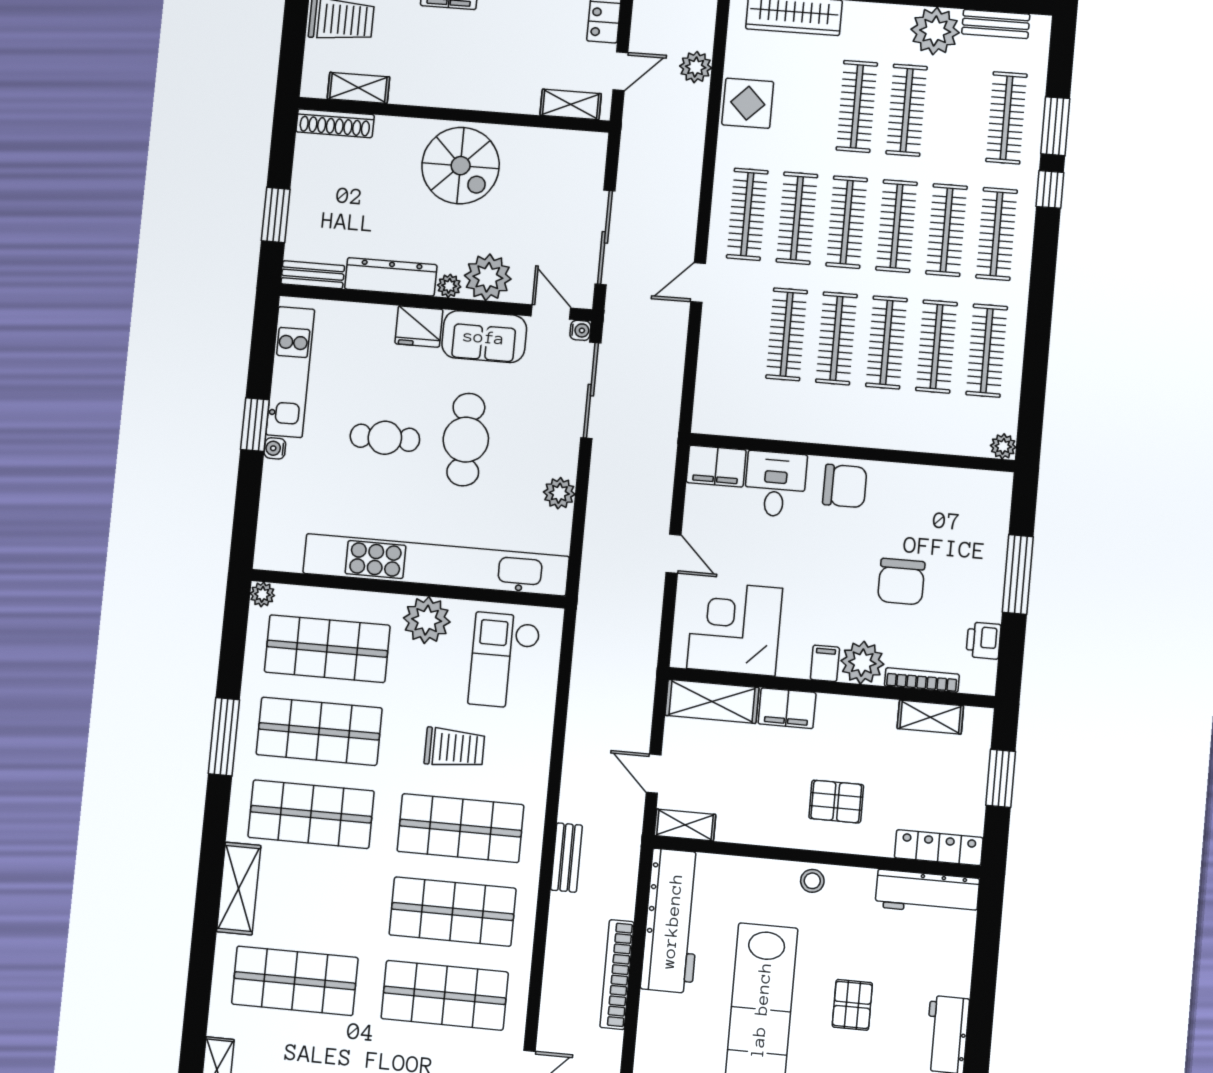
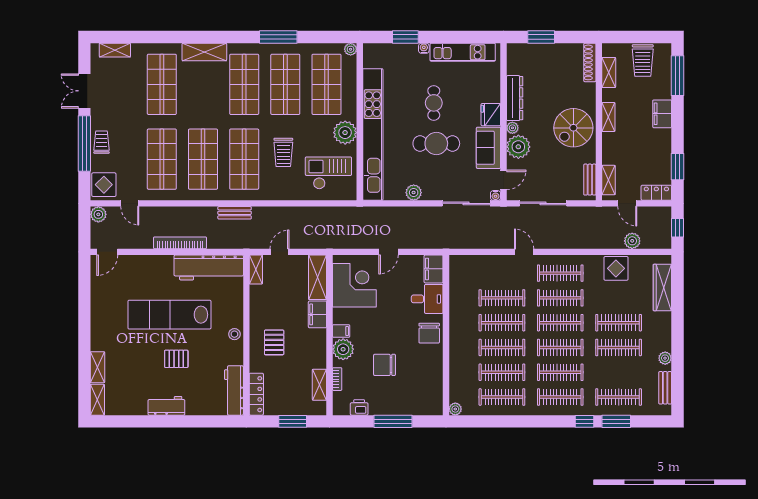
plant: (935, 31) -> (665, 358), width x0.53, depth x0.53
shelving: (446, 95) -> (608, 117), added
bench: (313, 275) -> (590, 180), moved
window: (255, 425) -> (405, 37), moved
bookcase: (922, 680) -> (337, 379), width x0.64

